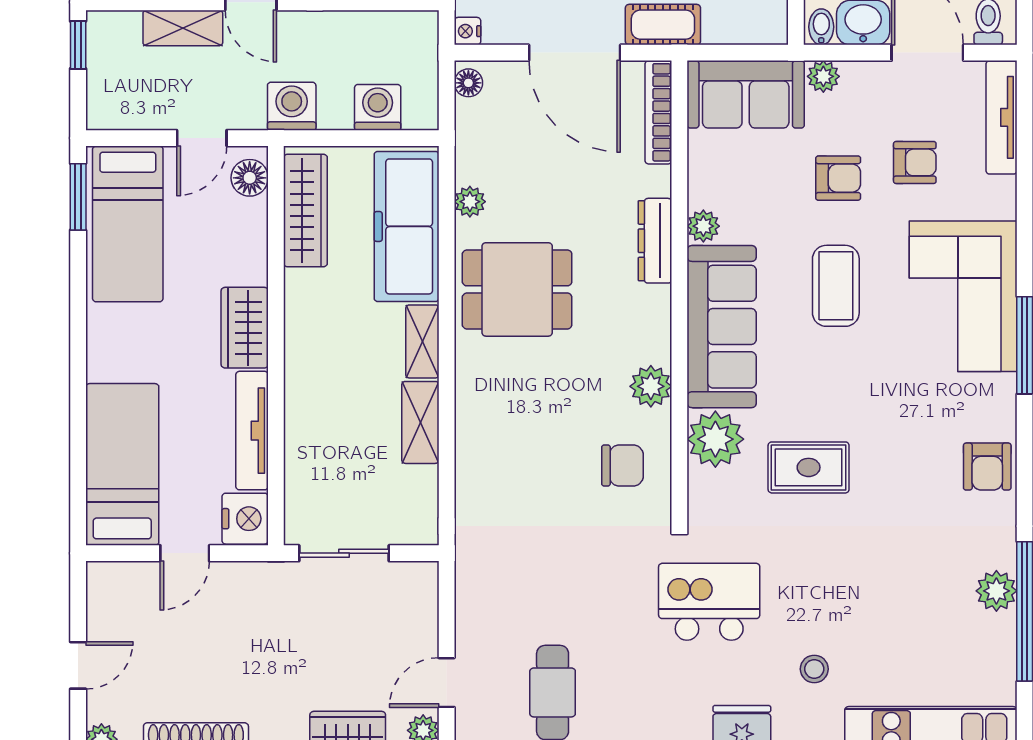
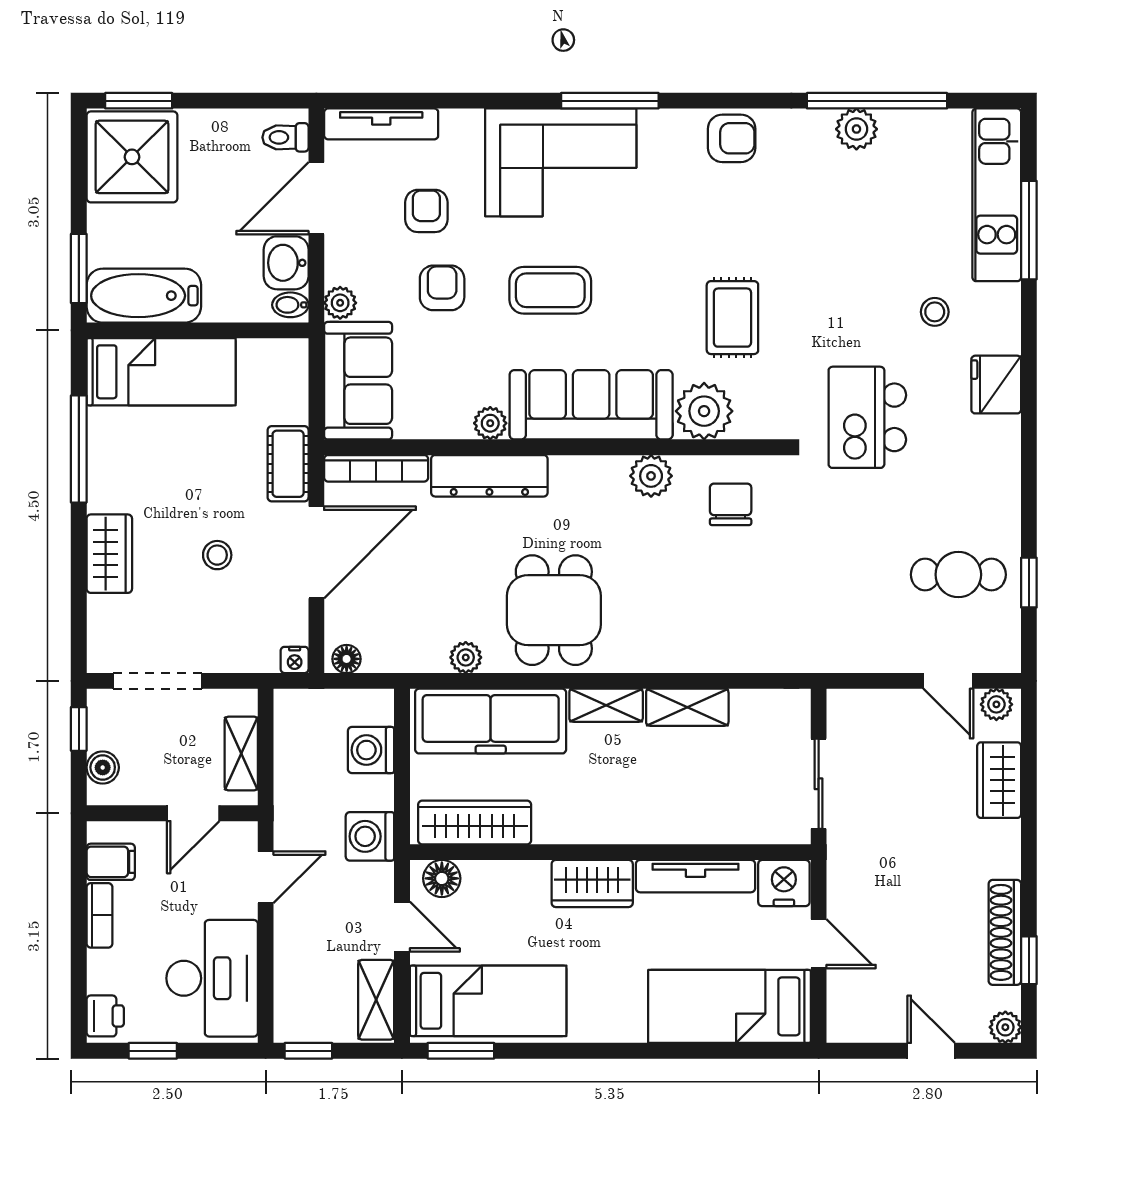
shelving: (183, 28) -> (376, 1000), moved
dresser: (655, 241) -> (489, 476), width x1.37, depth x1.24

